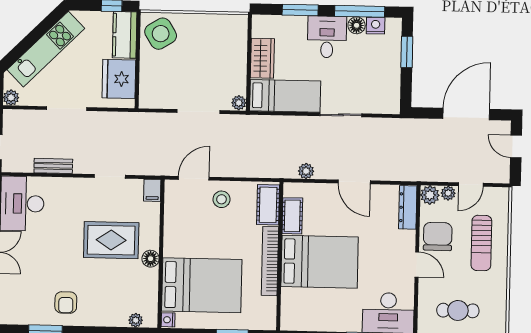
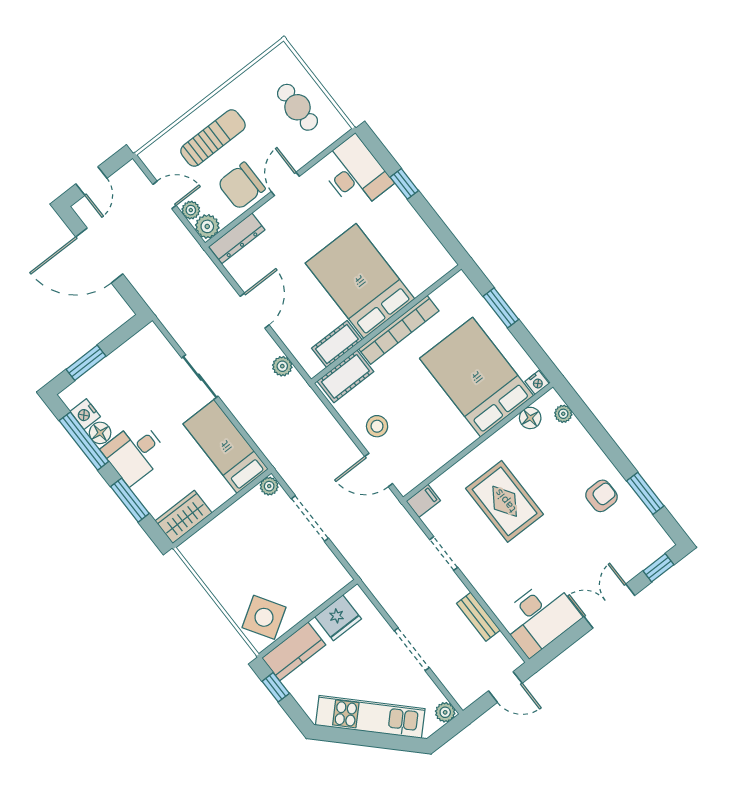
wardrobe: (262, 58) -> (184, 517), moved
fridge: (119, 79) -> (338, 618), width x0.73, depth x0.75
floor lamp: (151, 259) -> (530, 418), moved

